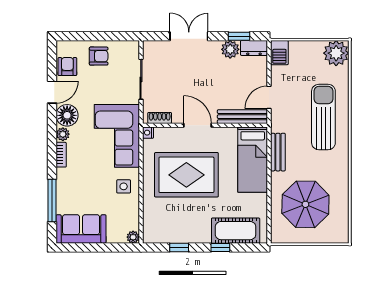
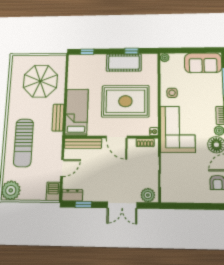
plant: (230, 49) -> (148, 195), moved
armchair: (99, 56) -> (193, 190), removed
door: (269, 97) -> (62, 168), moved
cot: (236, 231) -> (124, 63), moved
window: (220, 248) -> (87, 52), moved

